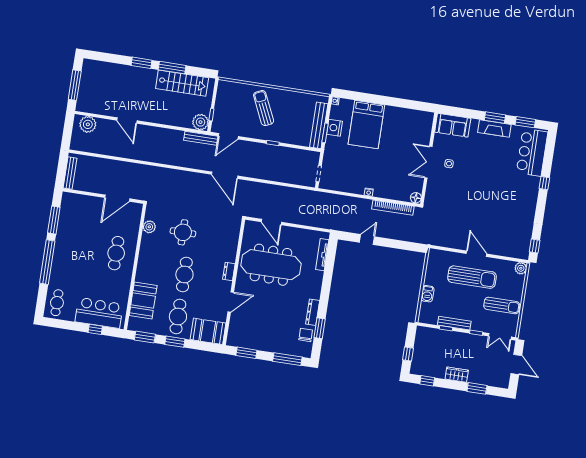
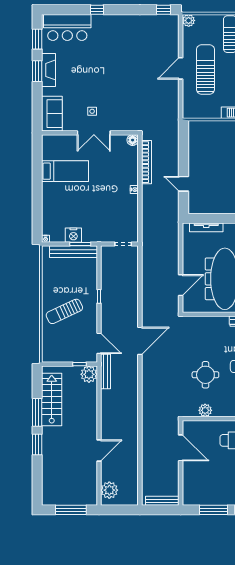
bed: (366, 125) -> (65, 171), moved, width x0.67

